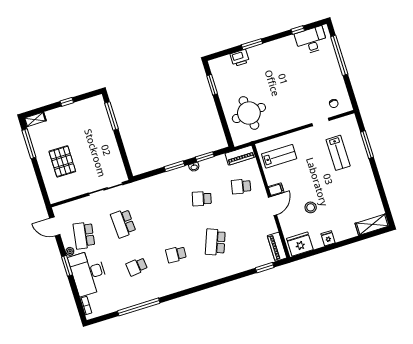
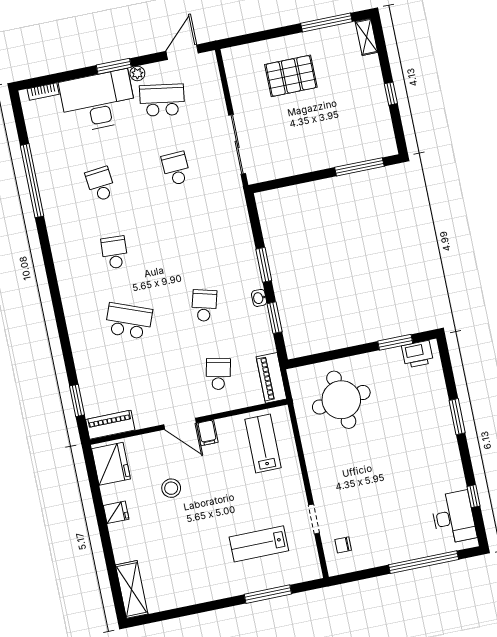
printer: (240, 58) -> (417, 354), moved, turned -90
lab bench: (279, 156) -> (263, 444), turned 180
school desk: (123, 223) -> (176, 169), width x0.54

